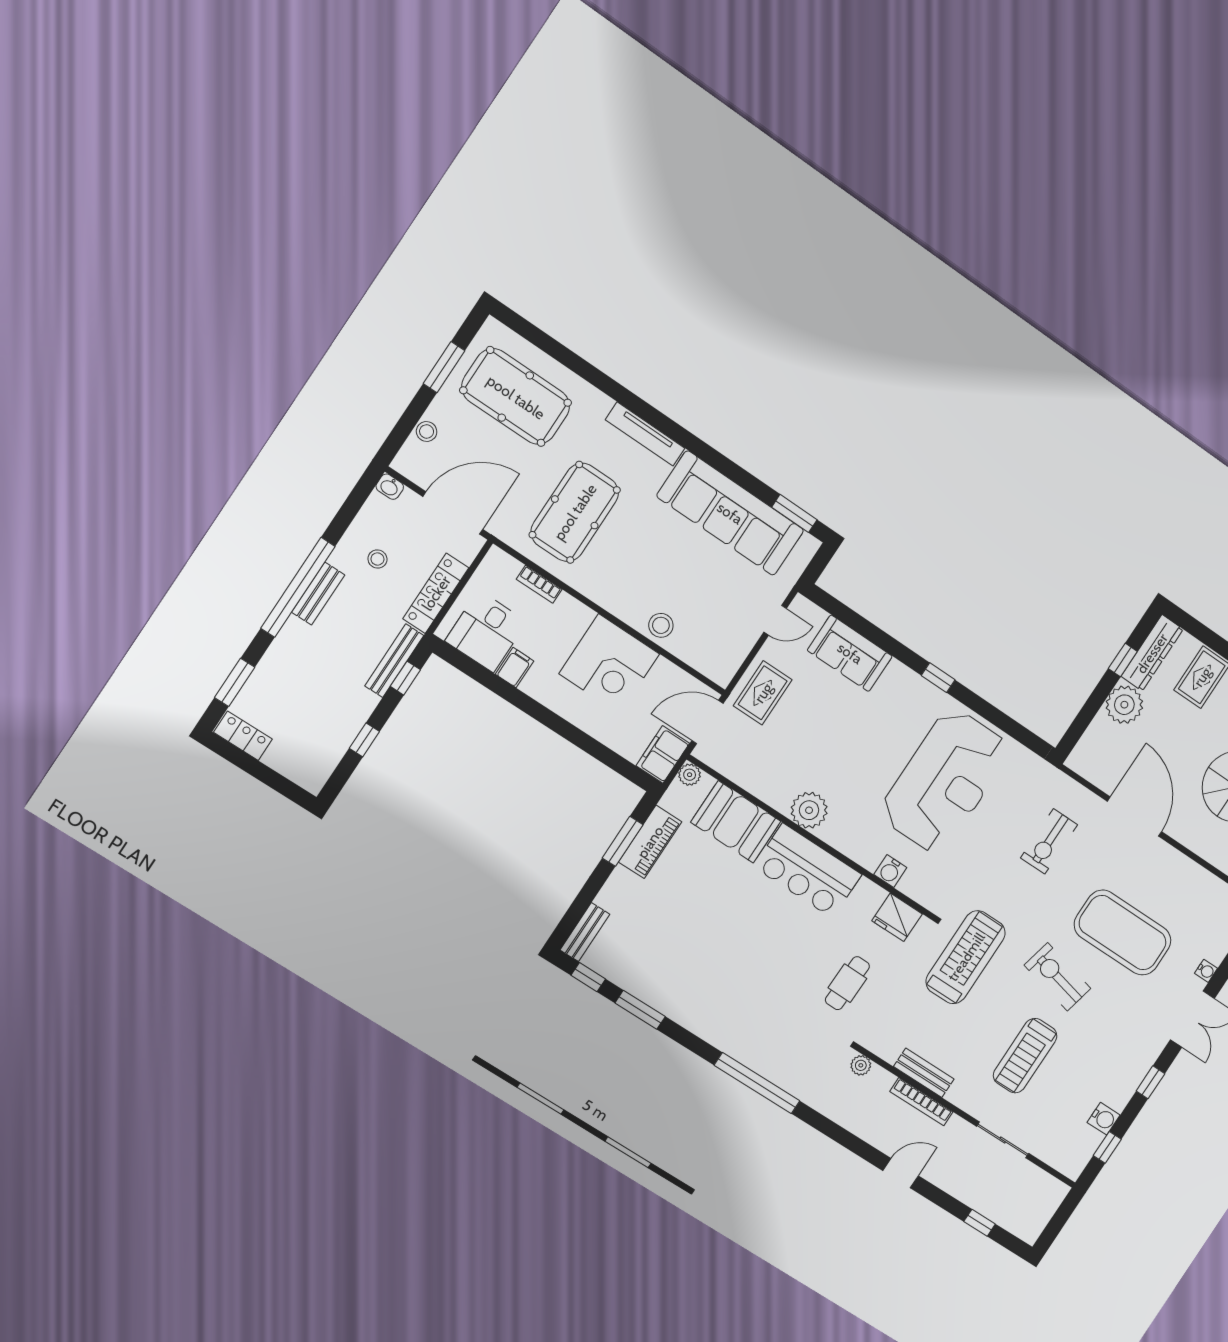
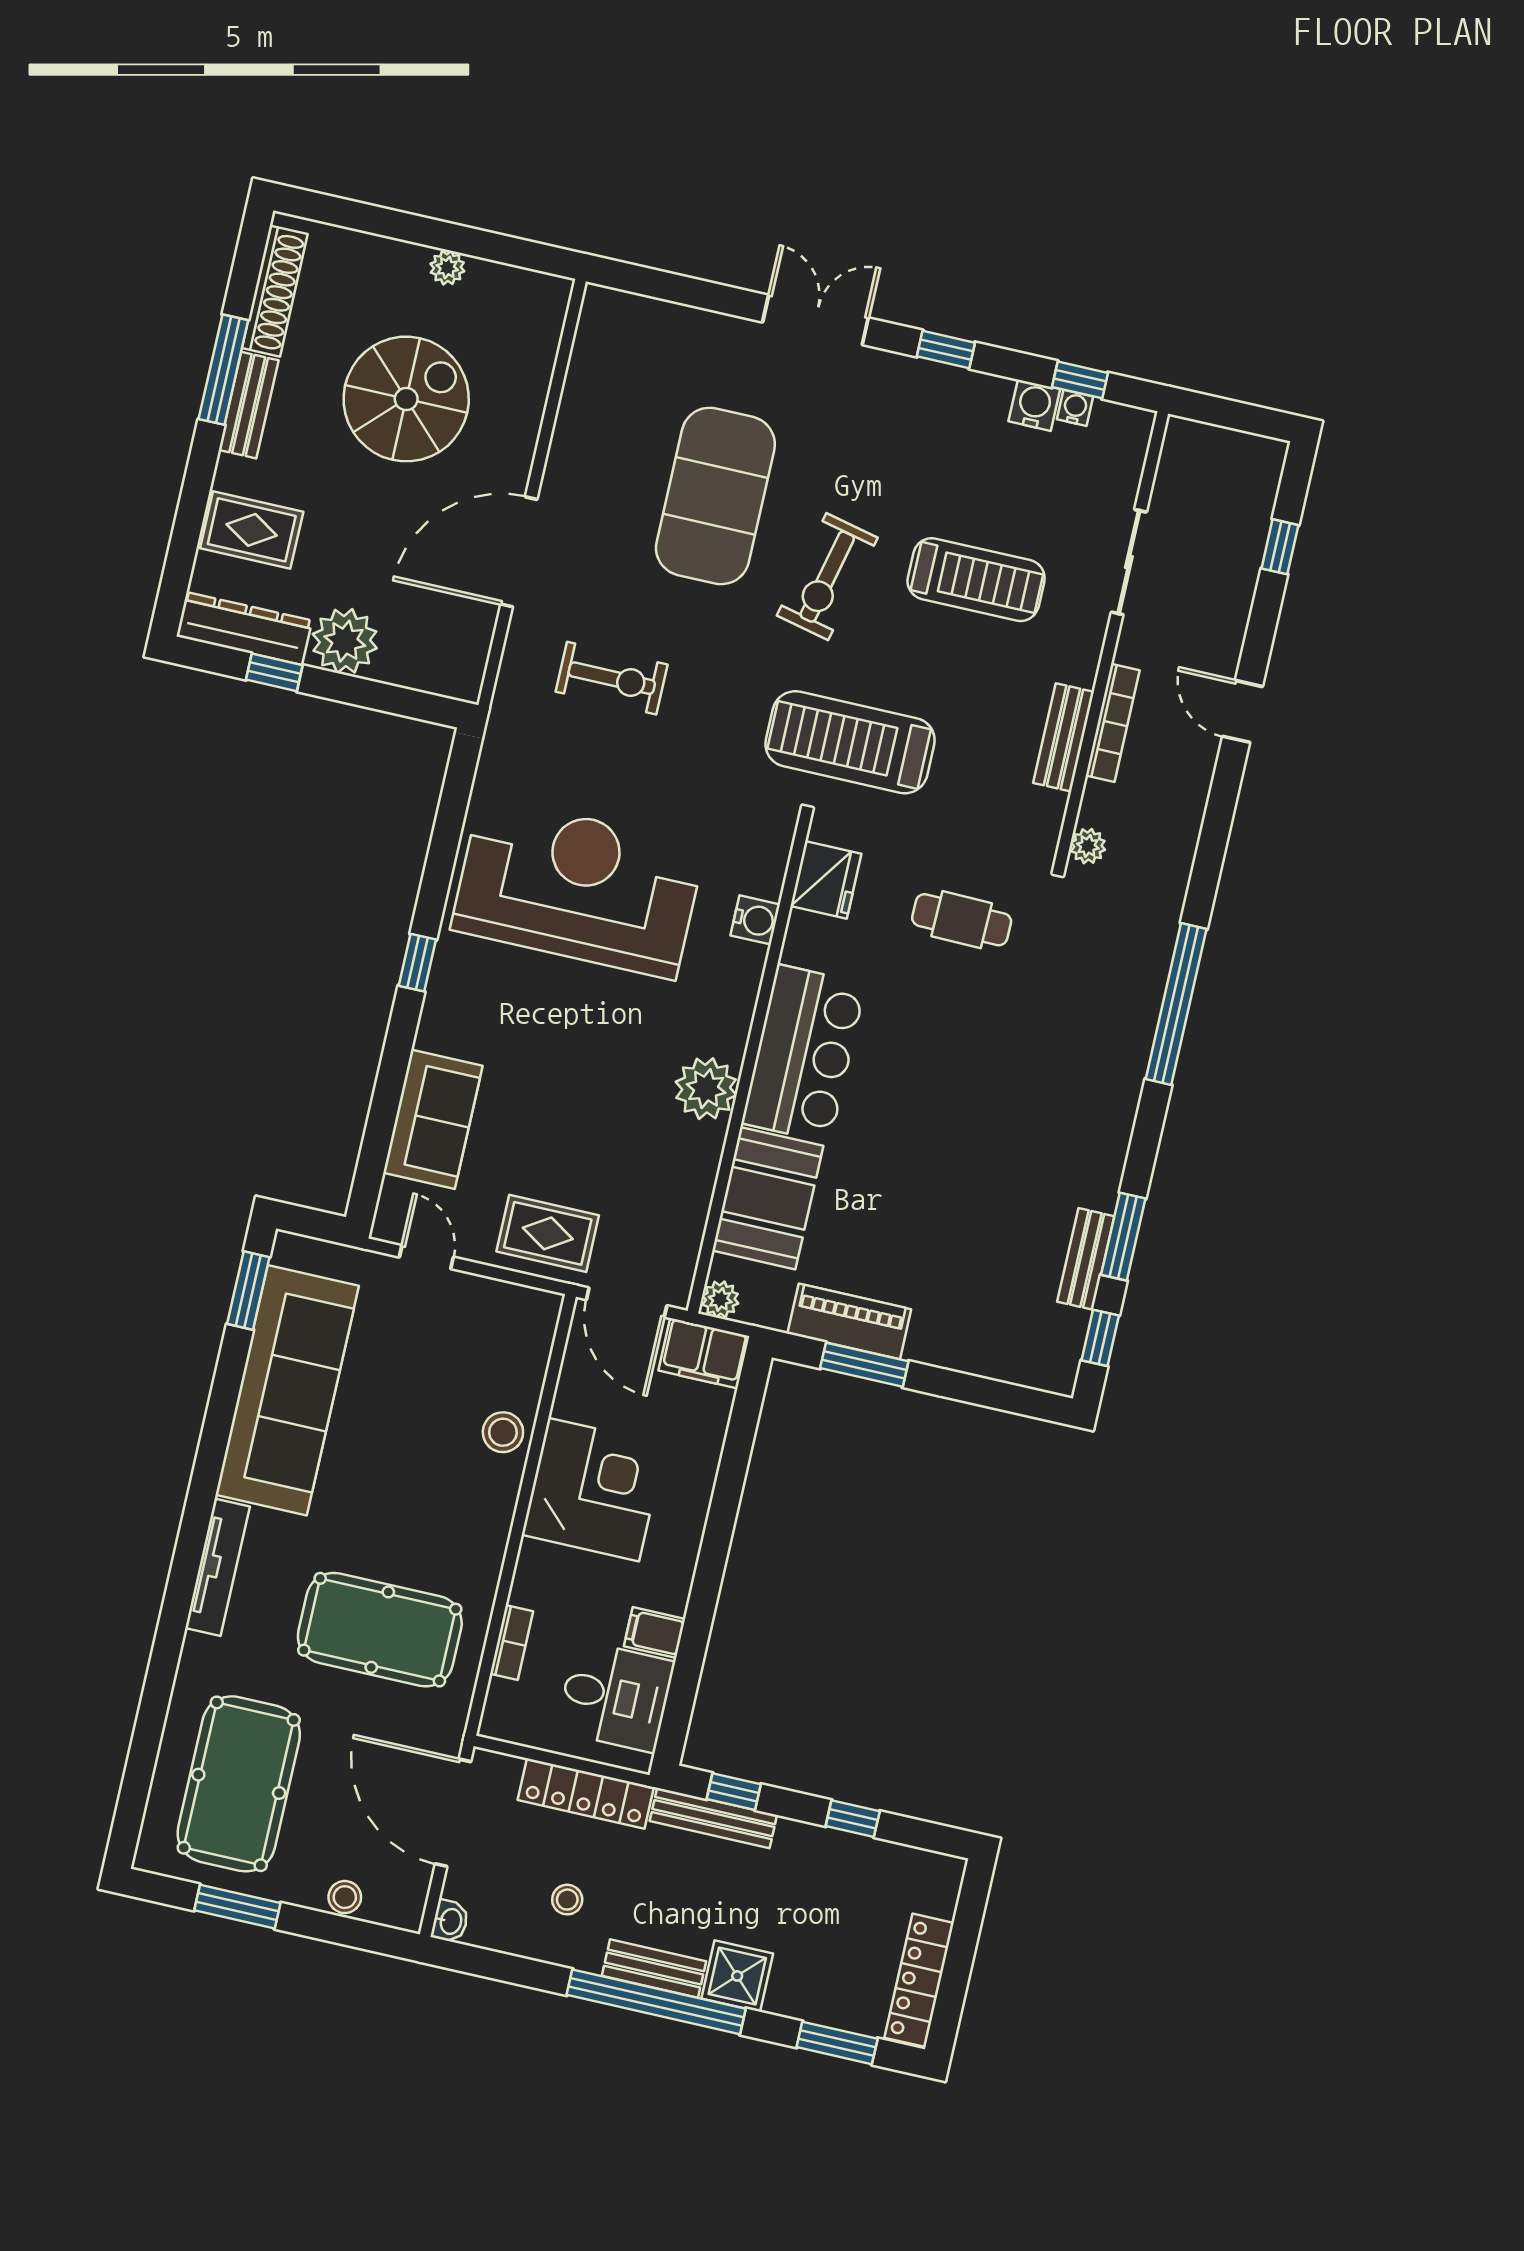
shower: (296, 640) -> (737, 1976), added
locker: (243, 736) -> (919, 1980), width x1.53
bench: (585, 932) -> (1086, 1259), moved, turned 90
water cooler: (1206, 971) -> (1075, 408), moved

